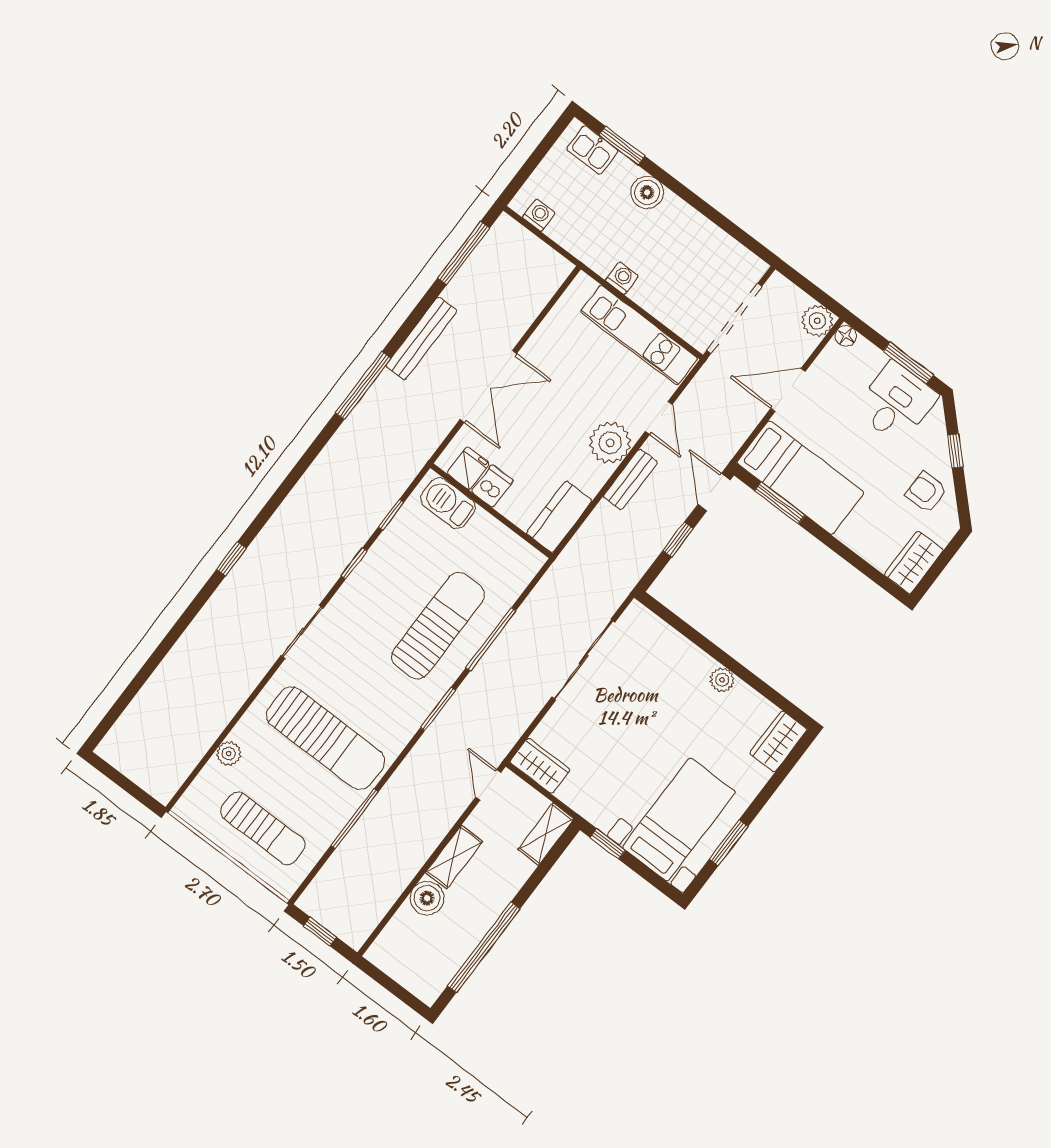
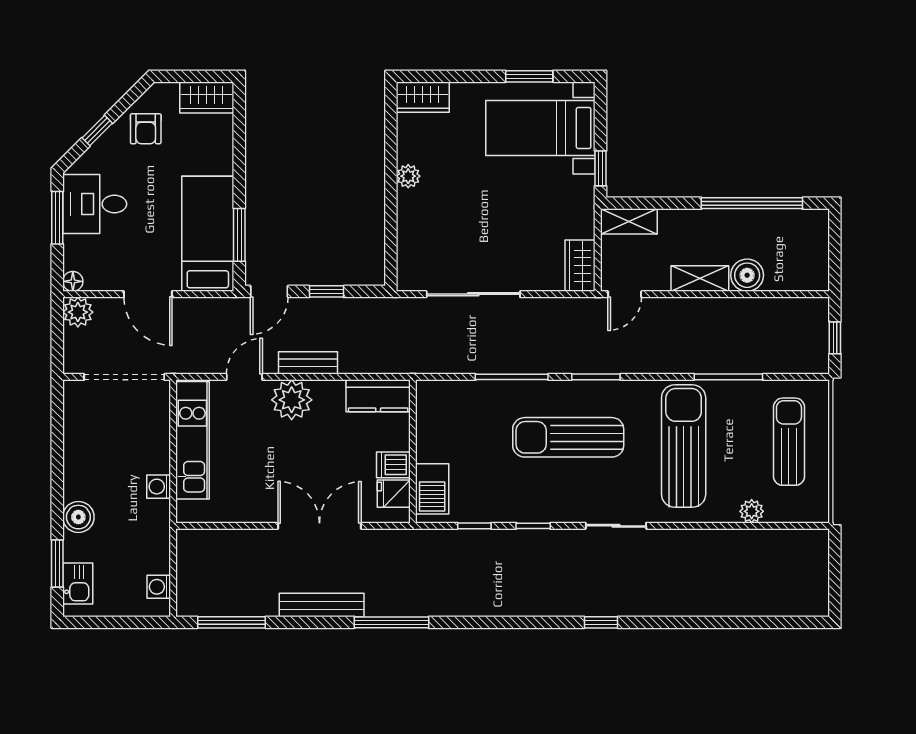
sun lounger: (438, 626) -> (568, 437), moved

